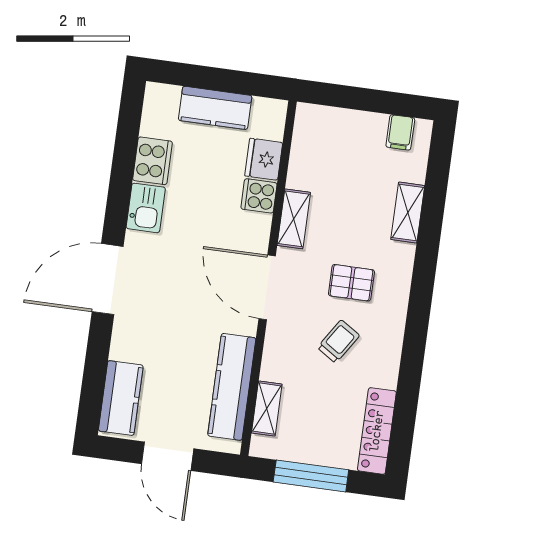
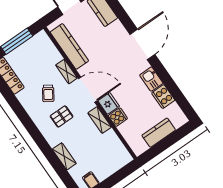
fridge: (264, 159) -> (109, 104), moved
shelving: (267, 409) -> (66, 72), moved

